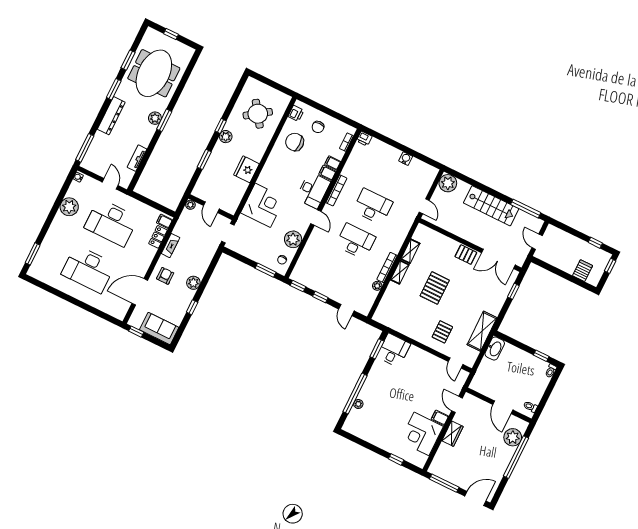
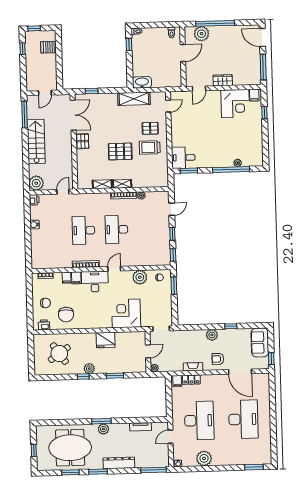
printer: (364, 139) -> (34, 200), moved
trolley: (423, 321) -> (150, 147), added
filing cabinet: (440, 418) -> (254, 95), moved

